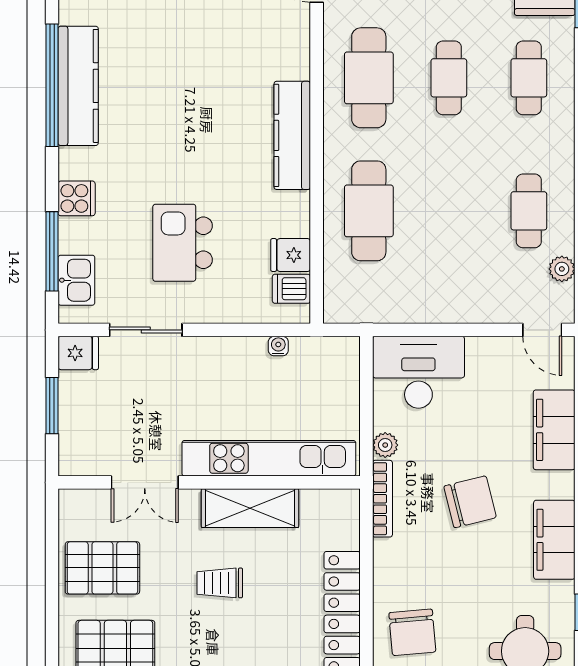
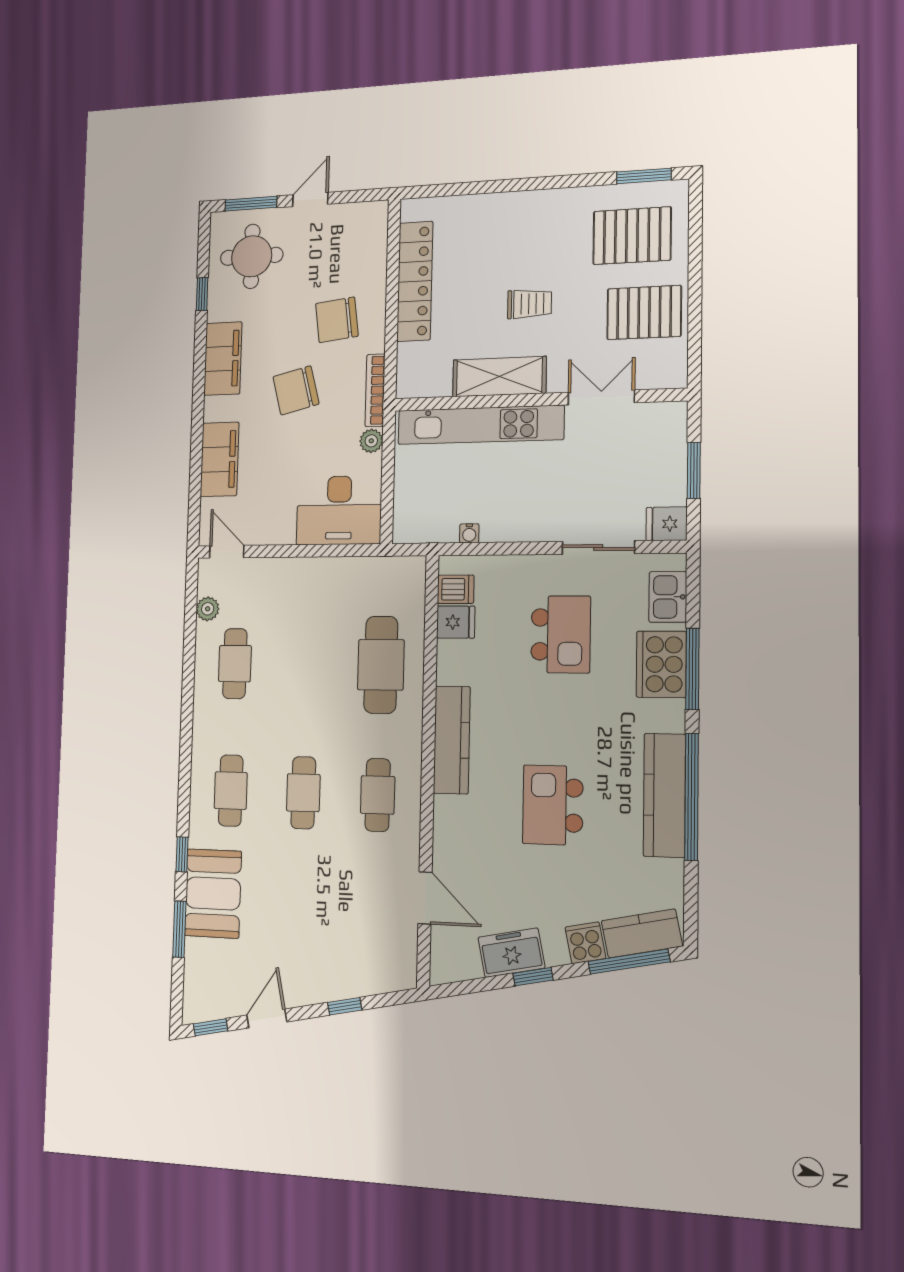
kitchen island: (188, 73) -> (553, 805), added
cafe table: (369, 78) -> (378, 795), width x0.73, depth x0.74
cooker: (77, 198) -> (661, 664), width x1.87, depth x1.31
window: (52, 251) -> (692, 669), moved
chair: (412, 632) -> (337, 320), moved, turned -92

